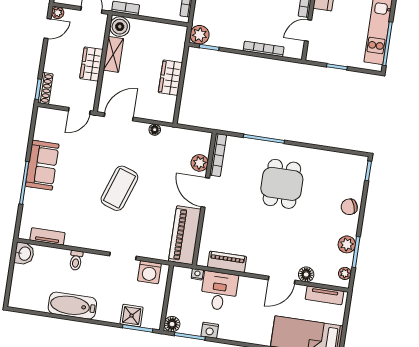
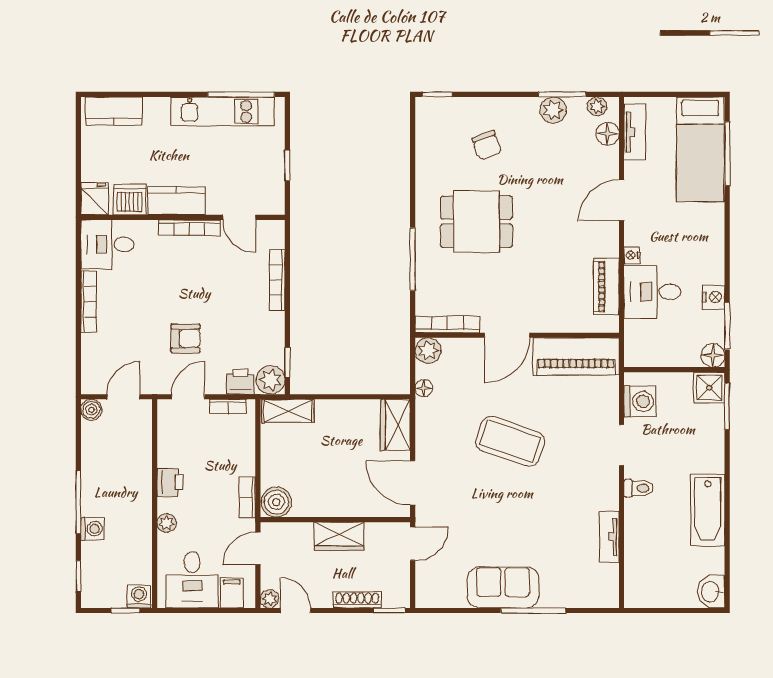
printer: (201, 15) -> (240, 382), added
shelving: (113, 54) -> (288, 411), moved
wardrobe: (170, 78) -> (395, 425), moved, turned 90
shoe rack: (45, 88) -> (357, 600), moved
door: (79, 111) -> (413, 544), hinge flipped
floor lamp: (155, 130) -> (424, 388), moved
plant: (200, 163) -> (428, 351), moved
coffee table: (119, 188) -> (510, 441), moved
chair: (349, 207) -> (487, 145), moved
tv unit: (47, 236) -> (609, 537), moved
washbasin: (24, 254) -> (711, 592), moved, turned -90
toilet: (76, 260) -> (639, 488), moved
nightstand: (197, 274) -> (632, 255), moved
floor lamp: (306, 274) -> (608, 134), moved
door: (282, 280) -> (622, 200), swing flipped
shower: (132, 316) -> (709, 388), moved

